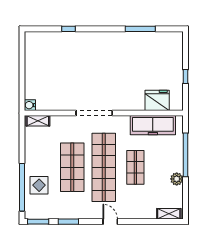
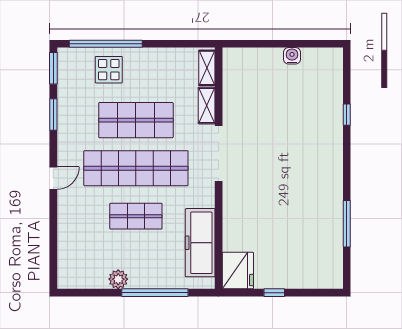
fridge: (157, 100) -> (238, 271), moved
water cooler: (30, 105) -> (292, 56), moved
shelving: (169, 214) -> (207, 106), moved

